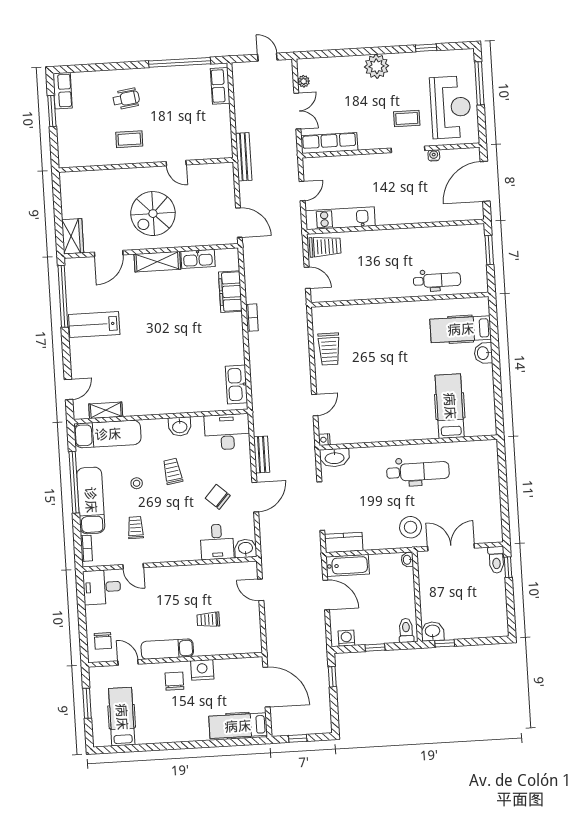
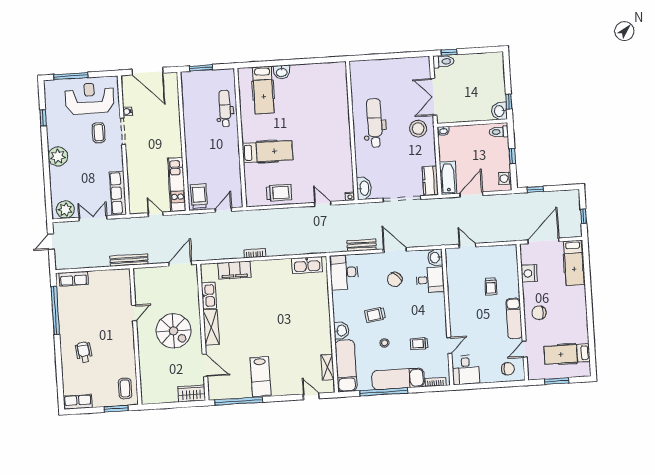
plant: (304, 81) -> (65, 210), width x1.88, depth x1.88
window: (52, 111) -> (116, 409), moved
coffee table: (129, 139) -> (125, 388), moved
hospital bed: (450, 406) -> (267, 152), moved, turned 180
washbasin: (180, 427) -> (341, 331), moved
door: (261, 590) -> (468, 246), swing flipped
nightstand: (202, 670) -> (529, 273), moved

